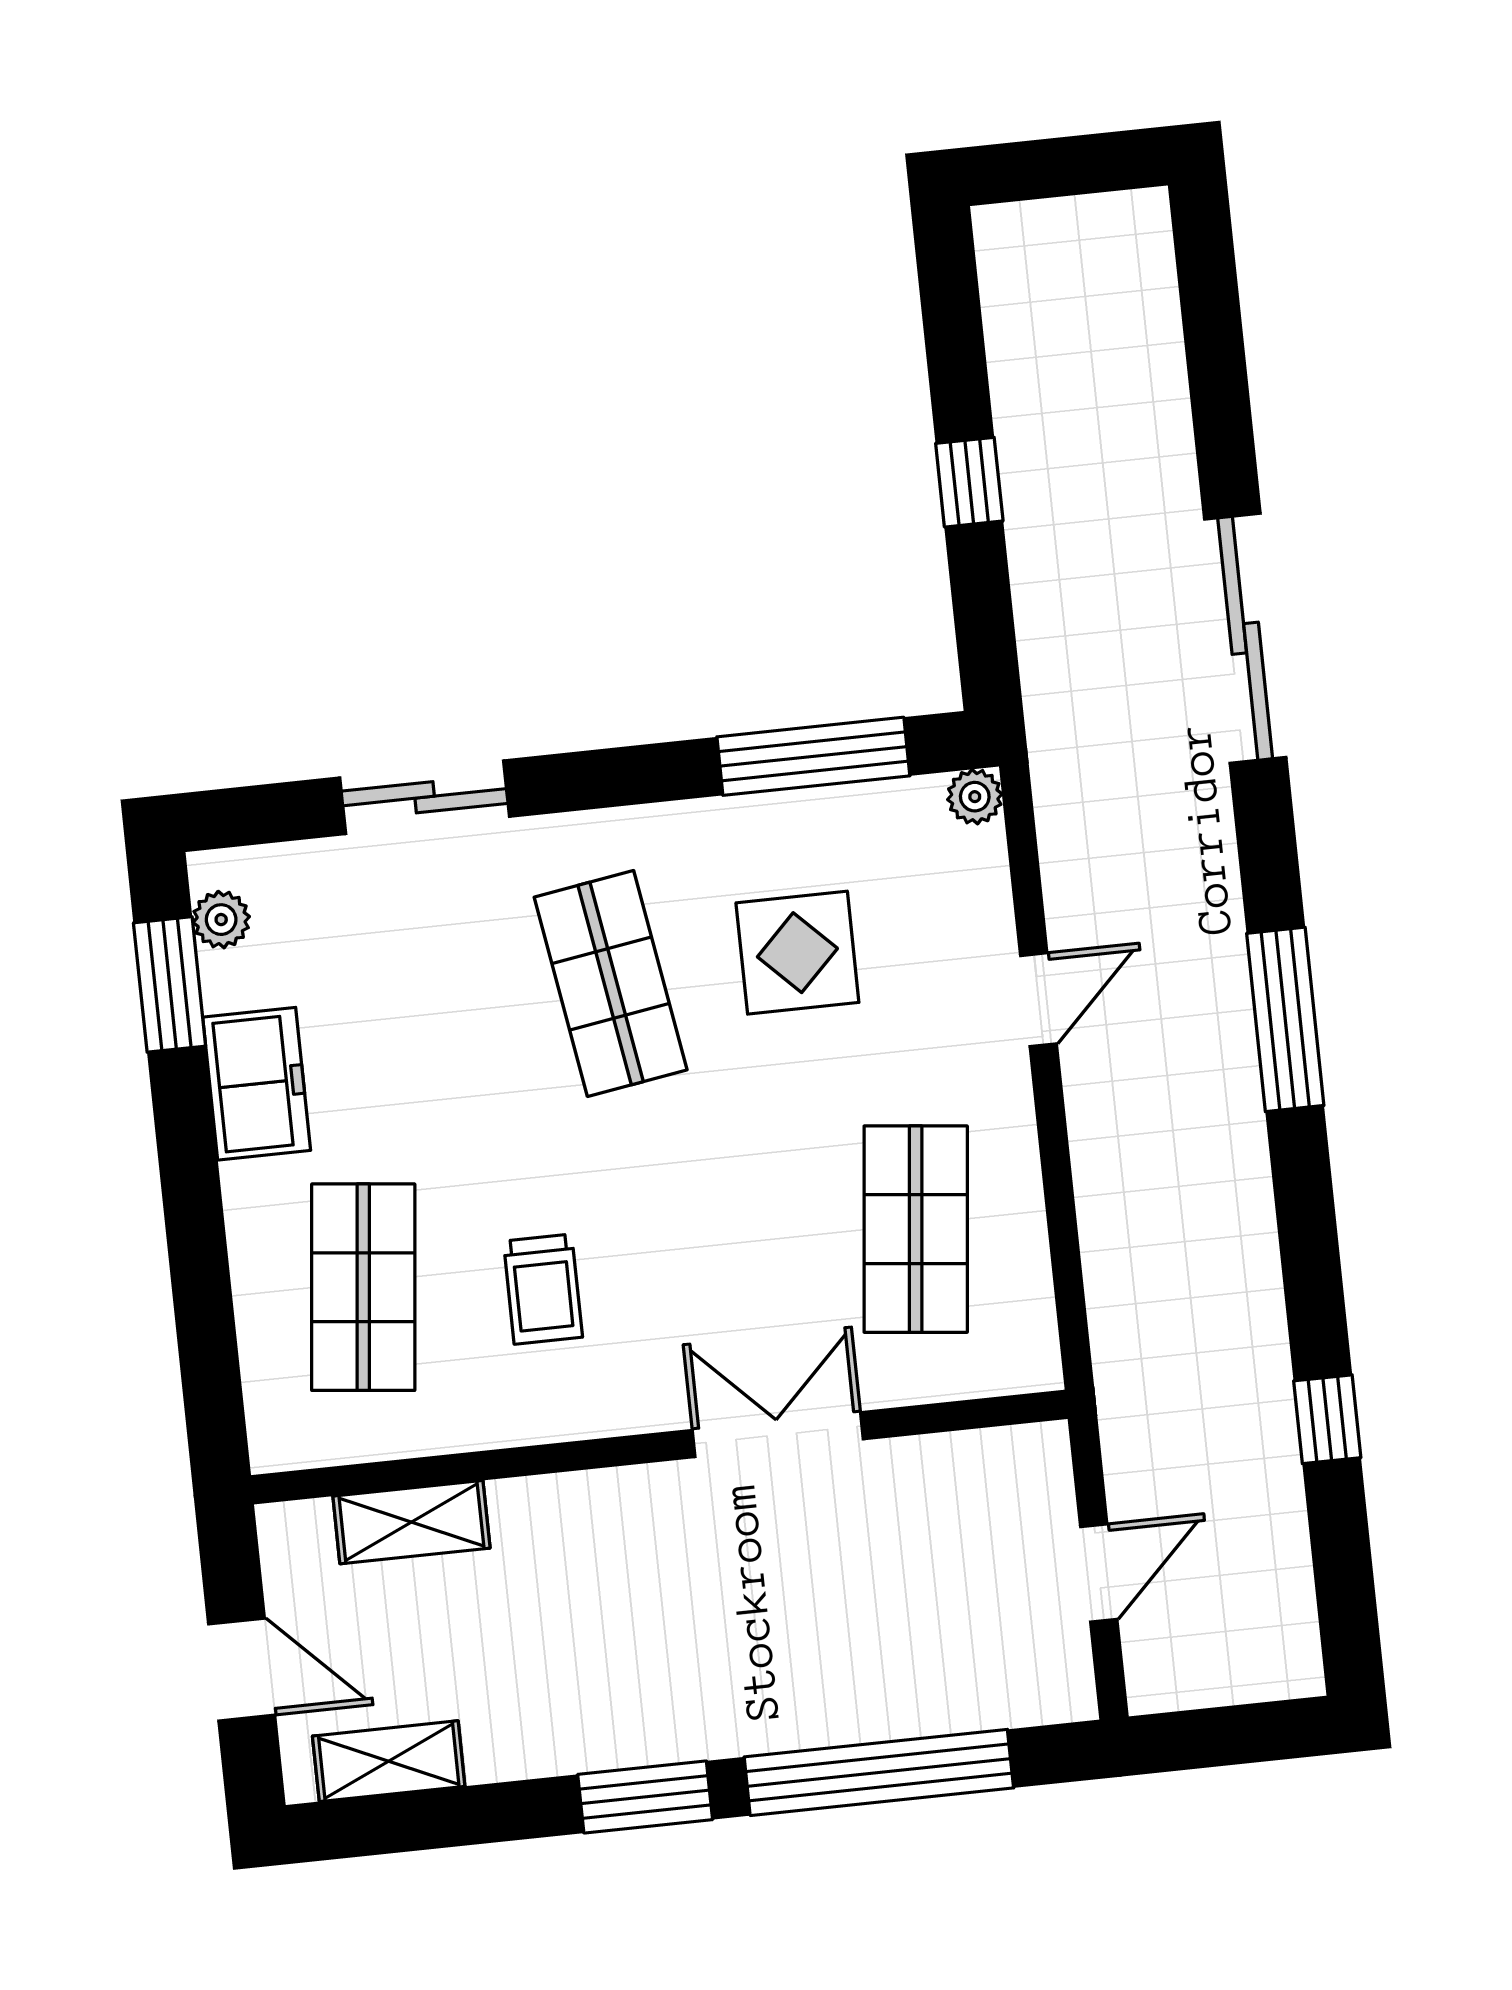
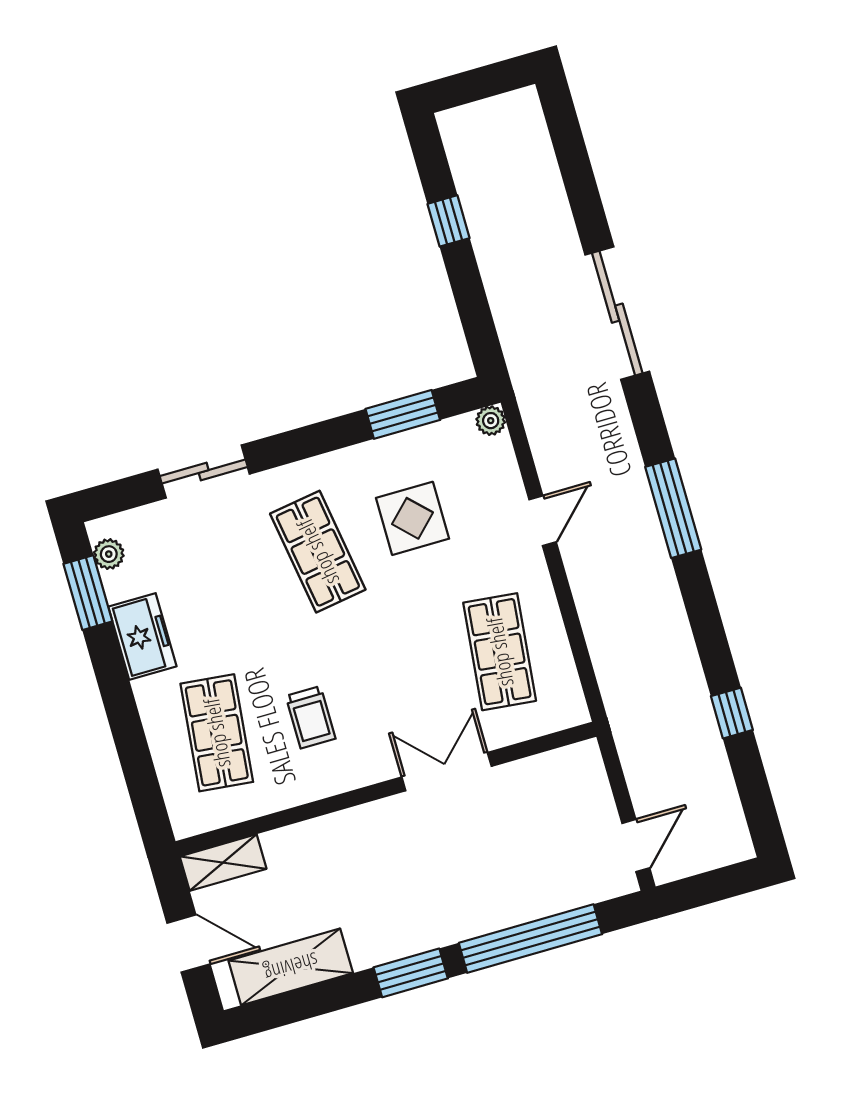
window: (969, 482) -> (449, 221), moved
window: (813, 756) -> (403, 414), width x0.69
shelving: (411, 1522) -> (223, 863), moved
door: (1099, 1573) -> (636, 846), moved
shelving: (389, 1761) -> (291, 967), width x1.50, depth x1.33

